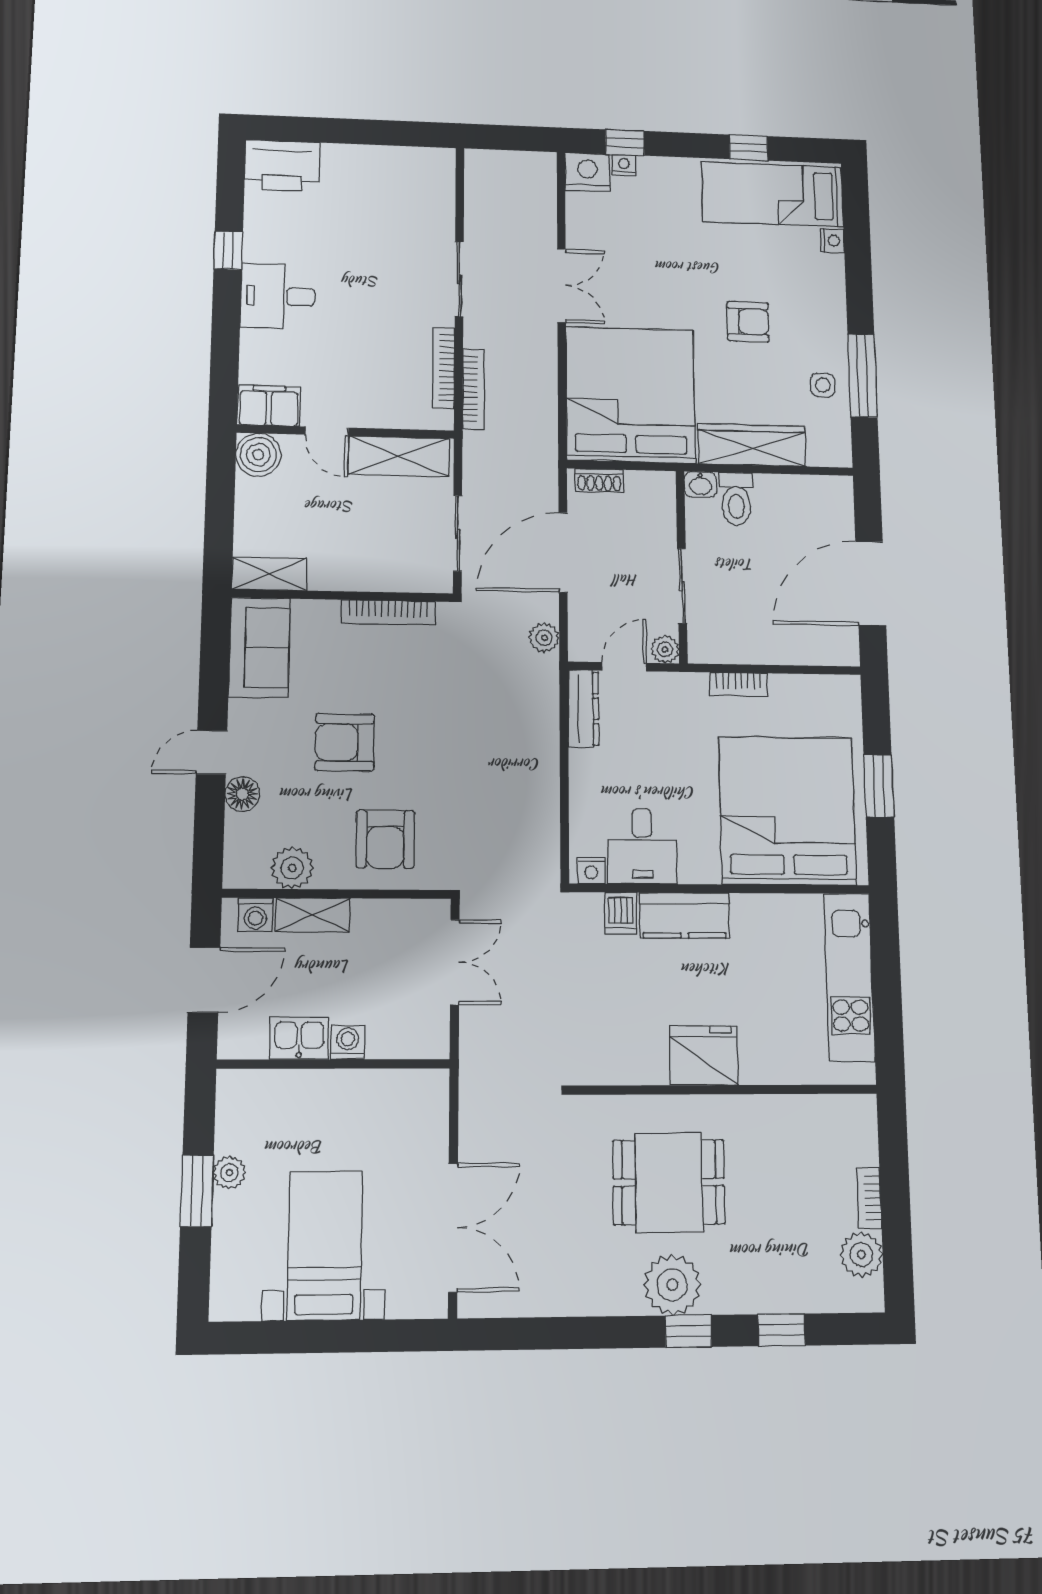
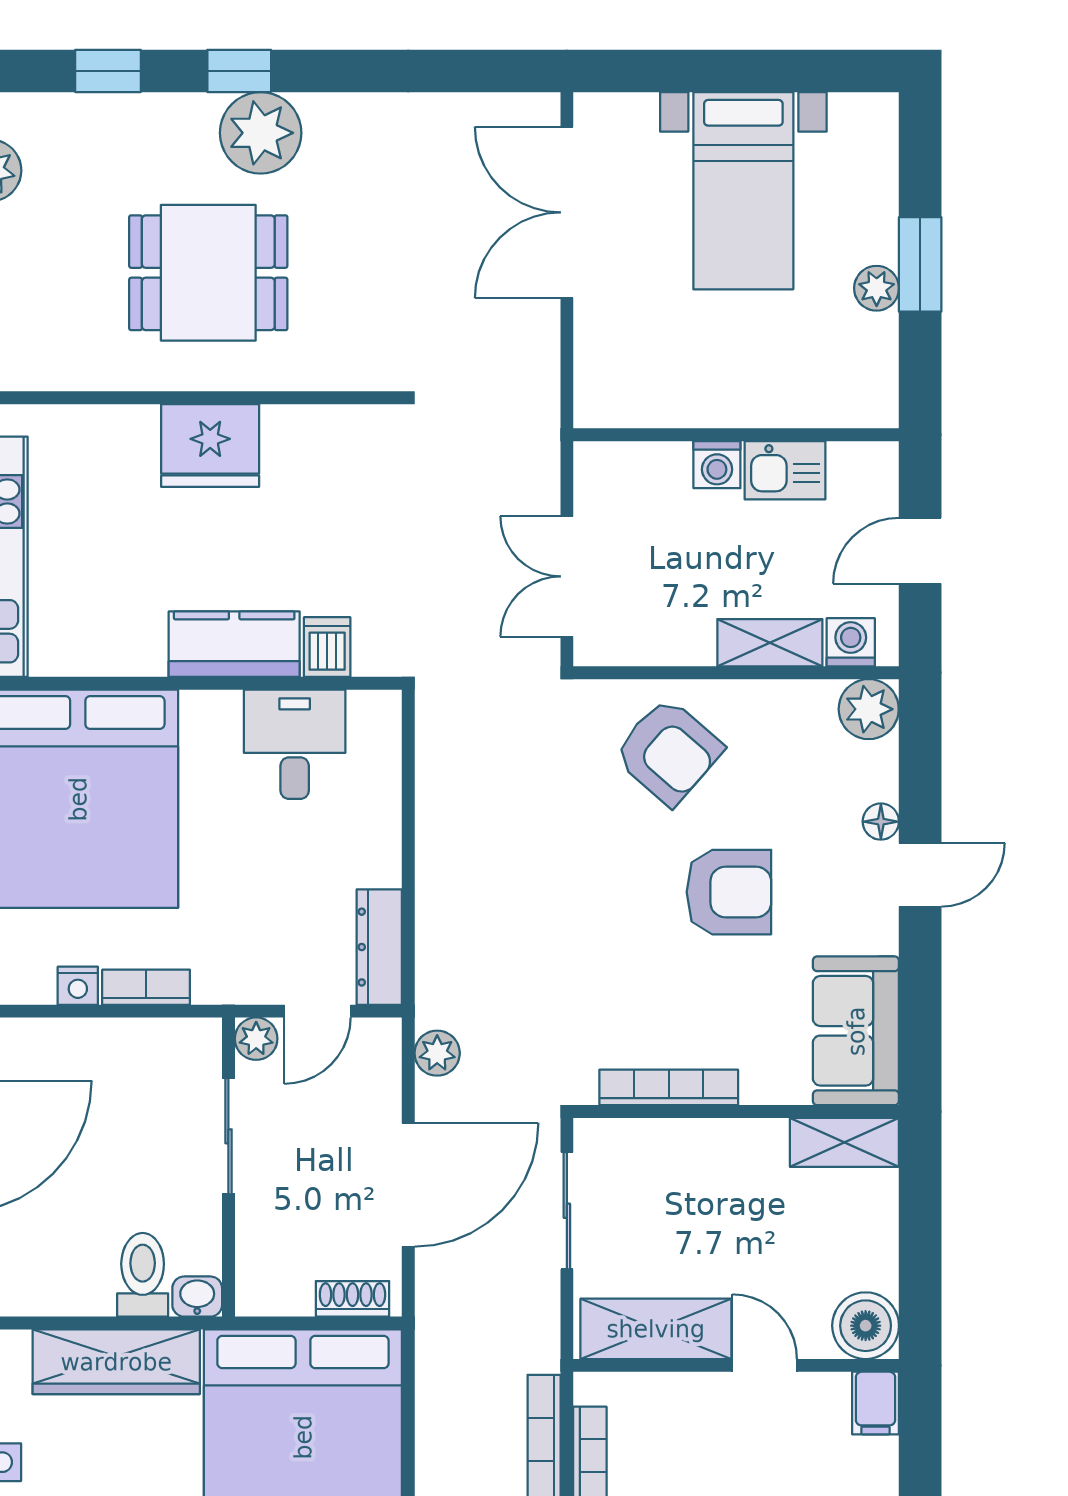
filing cabinet: (269, 406) -> (876, 1403), width x0.50
floor lamp: (242, 794) -> (881, 822), width x0.73, depth x0.73
armchair: (385, 839) -> (668, 751), turned 131
plant: (292, 868) -> (869, 709), moved
nightstand: (591, 870) -> (78, 986), moved, turned 180
door: (204, 980) -> (920, 551), width x0.73
dining table: (669, 1182) -> (208, 273), moved

